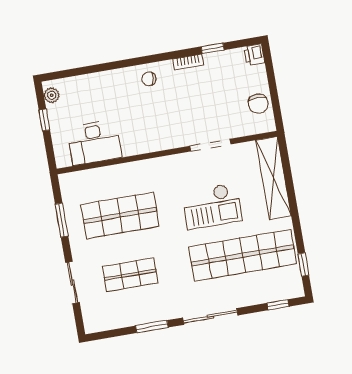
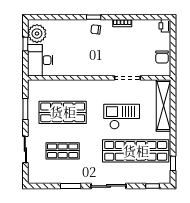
window: (213, 48) -> (94, 17), moved
plant: (52, 95) -> (37, 34), width x1.88, depth x1.88
desk: (94, 142) -> (40, 60), moved, turned 90
checkout: (212, 206) -> (122, 117), turned 180

